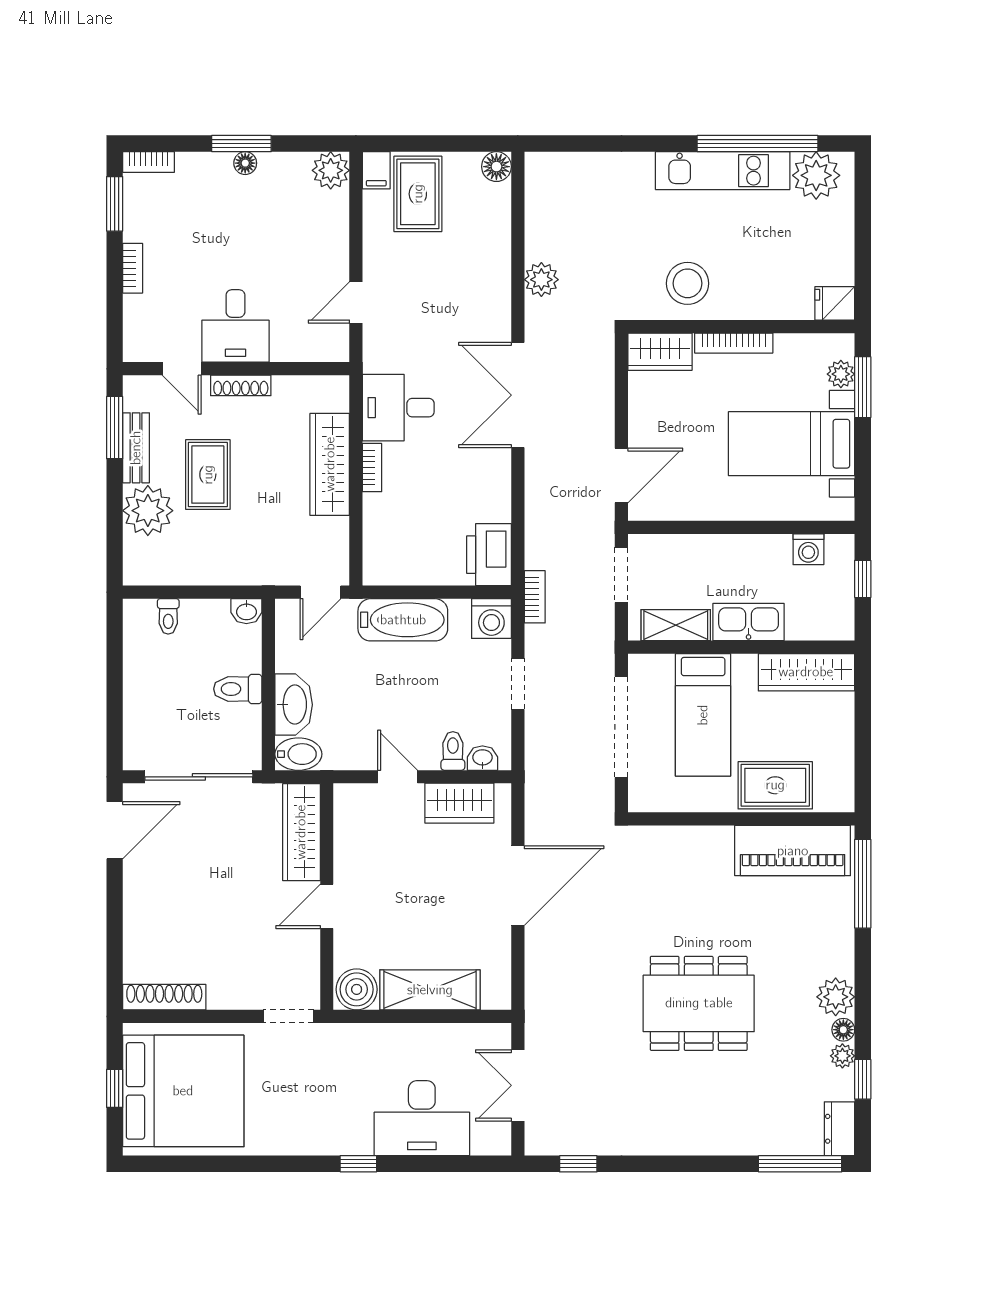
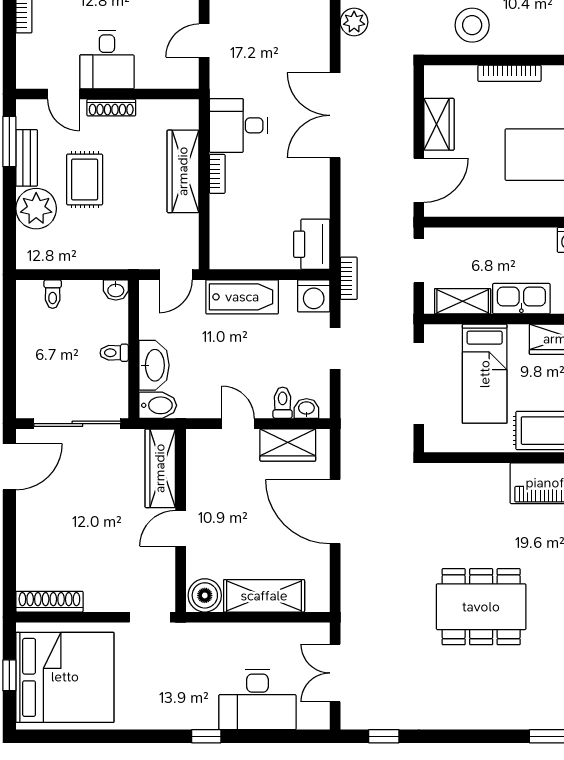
wardrobe: (660, 352) -> (439, 124), moved, turned -90
toilet: (238, 689) -> (114, 353), width x0.73, depth x0.72
door: (518, 886) -> (335, 512), swing flipped

